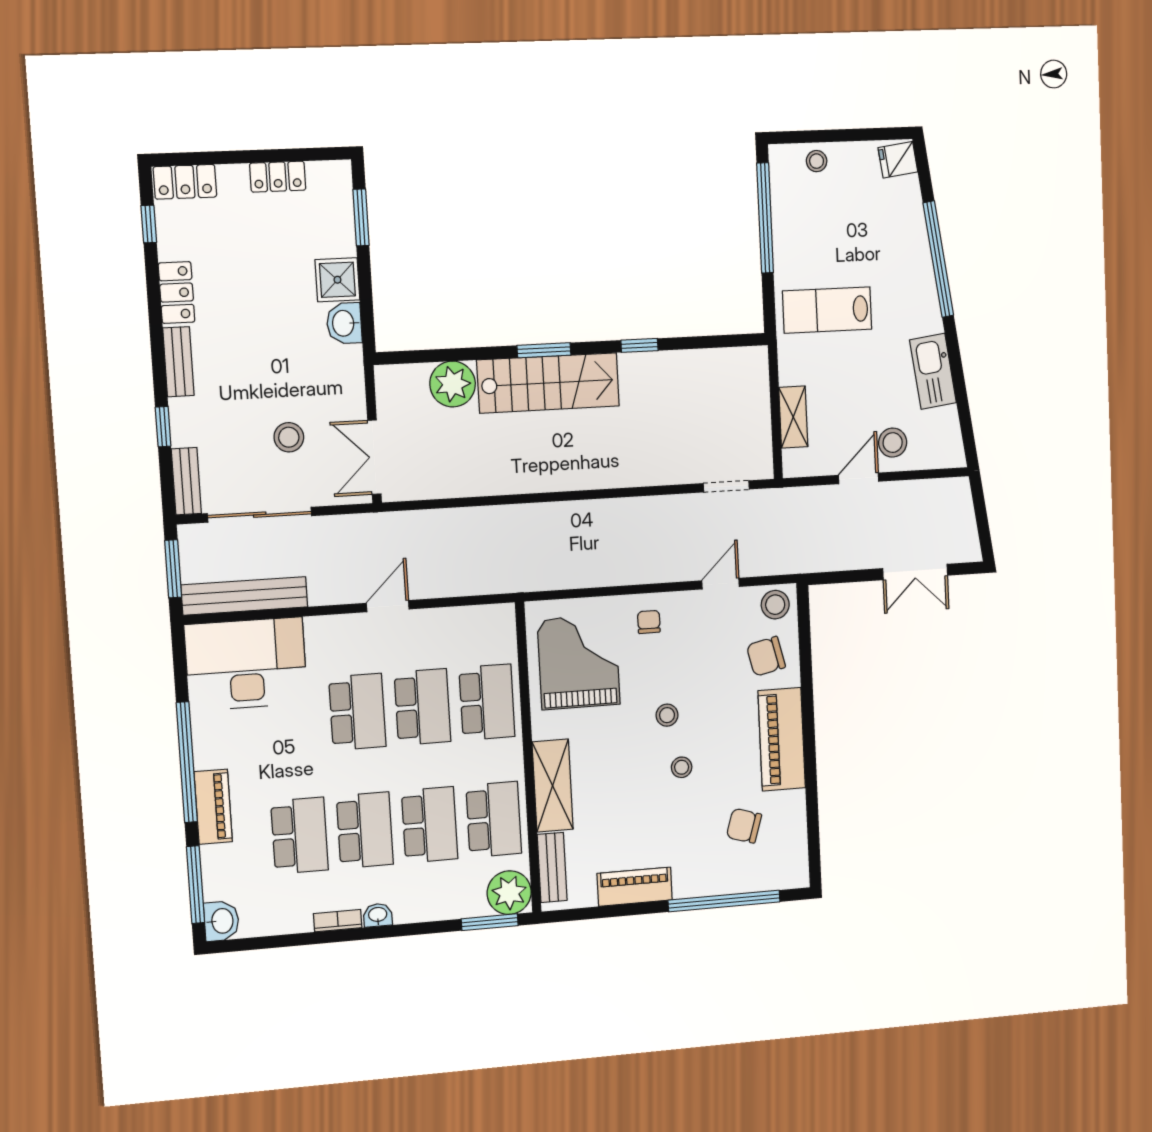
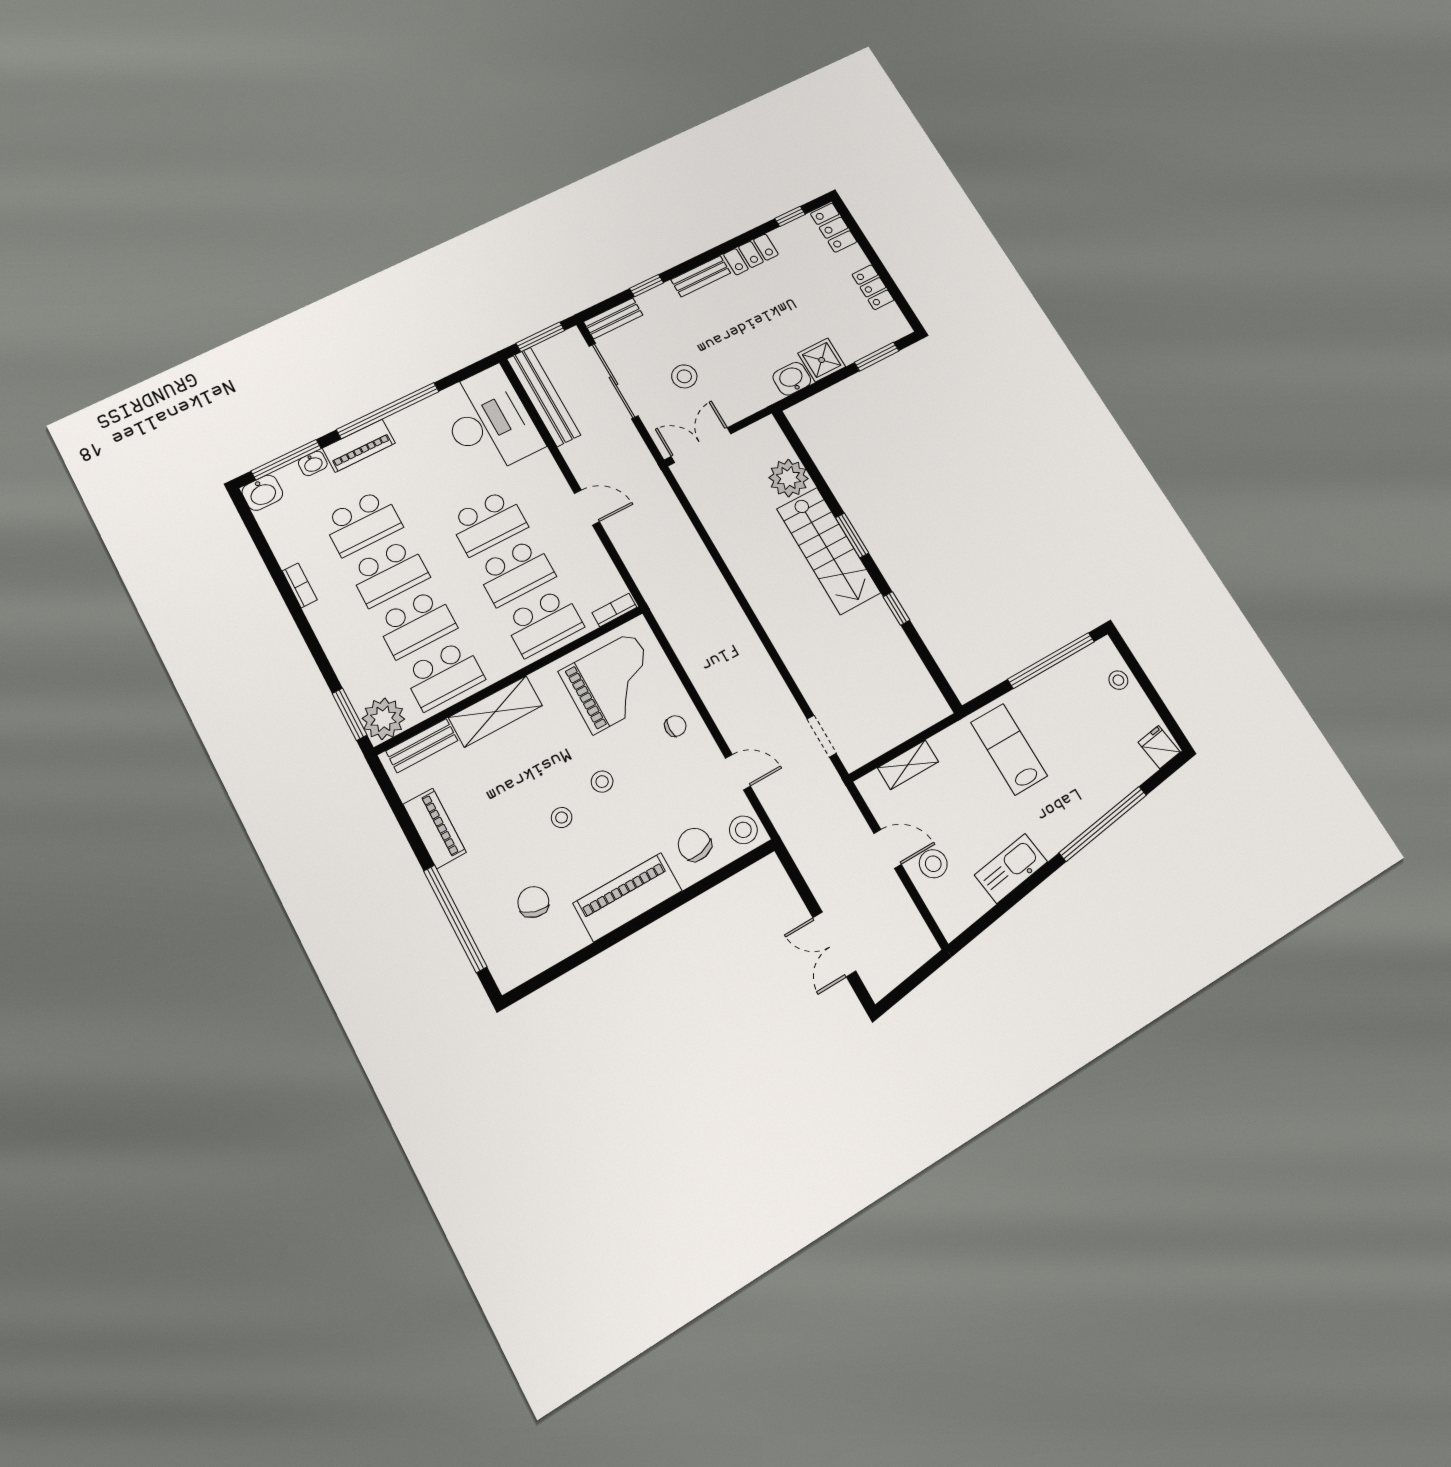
bookcase: (507, 627) -> (614, 610), added
washbasin: (378, 915) -> (313, 463), moved, turned 90

